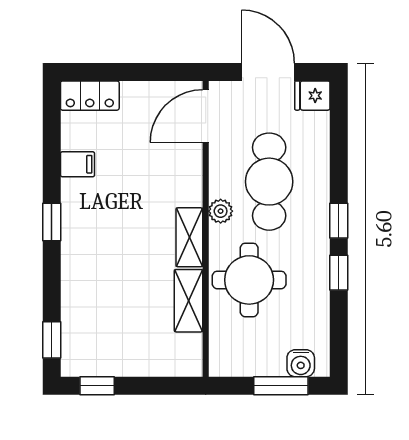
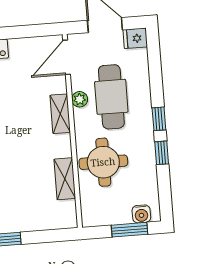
plant: (221, 211) -> (80, 99), moved
shelving: (189, 237) -> (60, 114), moved

